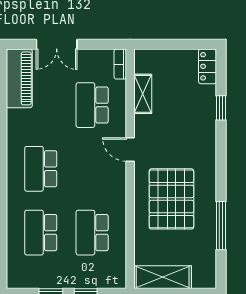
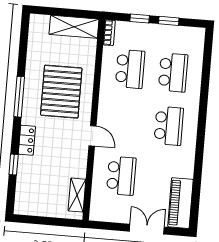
bookcase: (120, 64) -> (109, 33), moved
locker: (207, 66) -> (27, 140), moved
shelving: (143, 94) -> (77, 195), moved
window: (221, 226) -> (19, 97), moved

